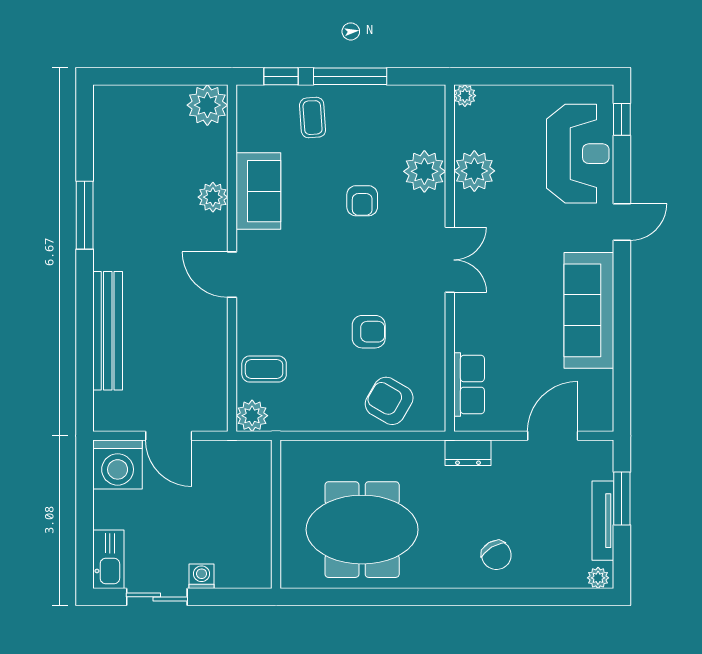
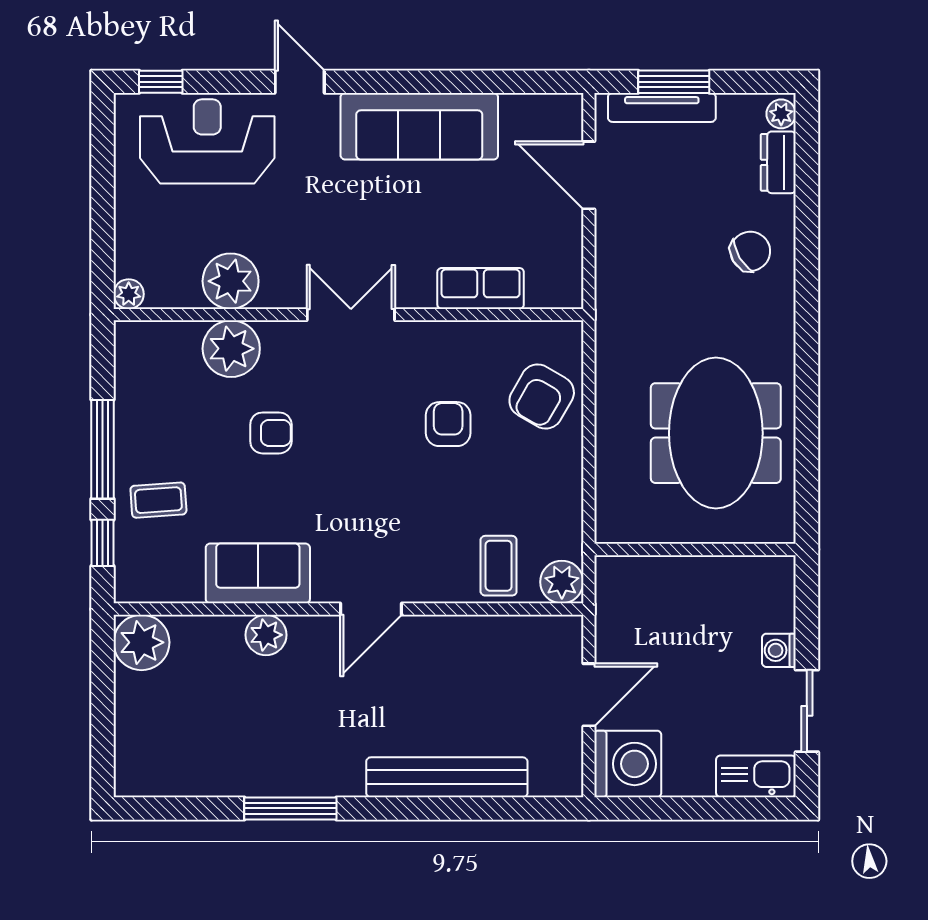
row of seats: (469, 384) -> (481, 288), moved
dresser: (468, 453) -> (778, 162), moved, turned 180
tv unit: (603, 521) -> (662, 107), moved

